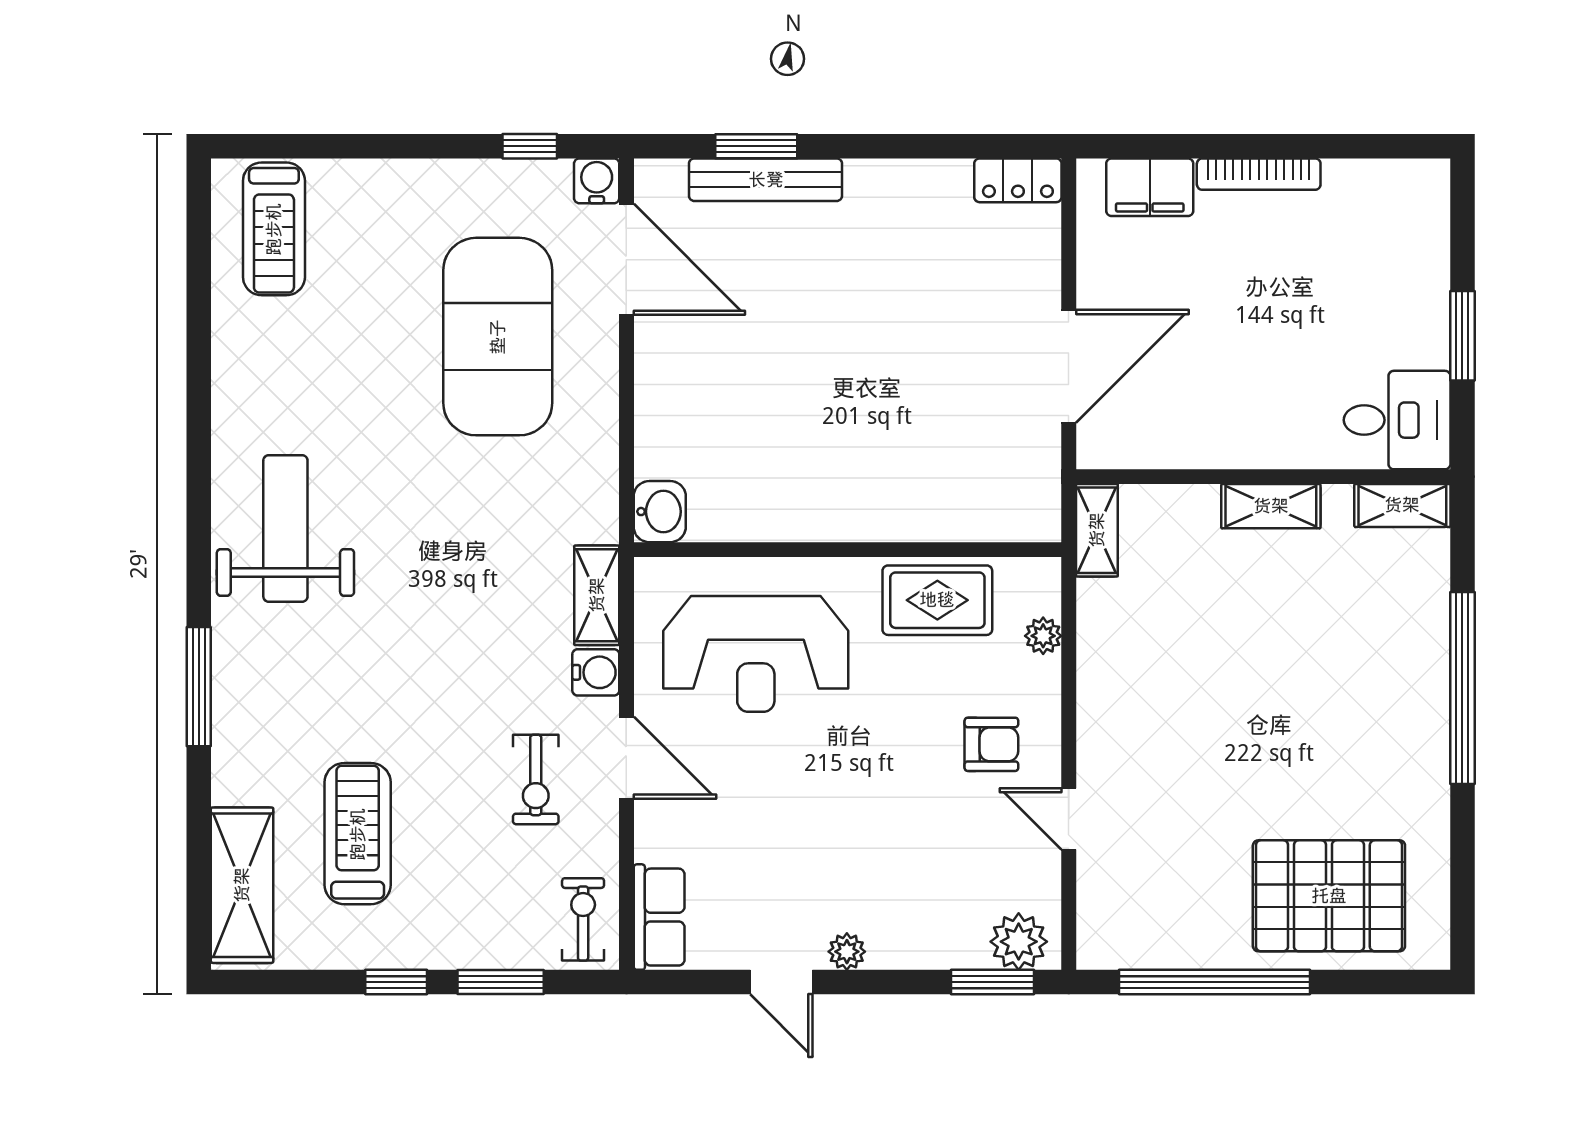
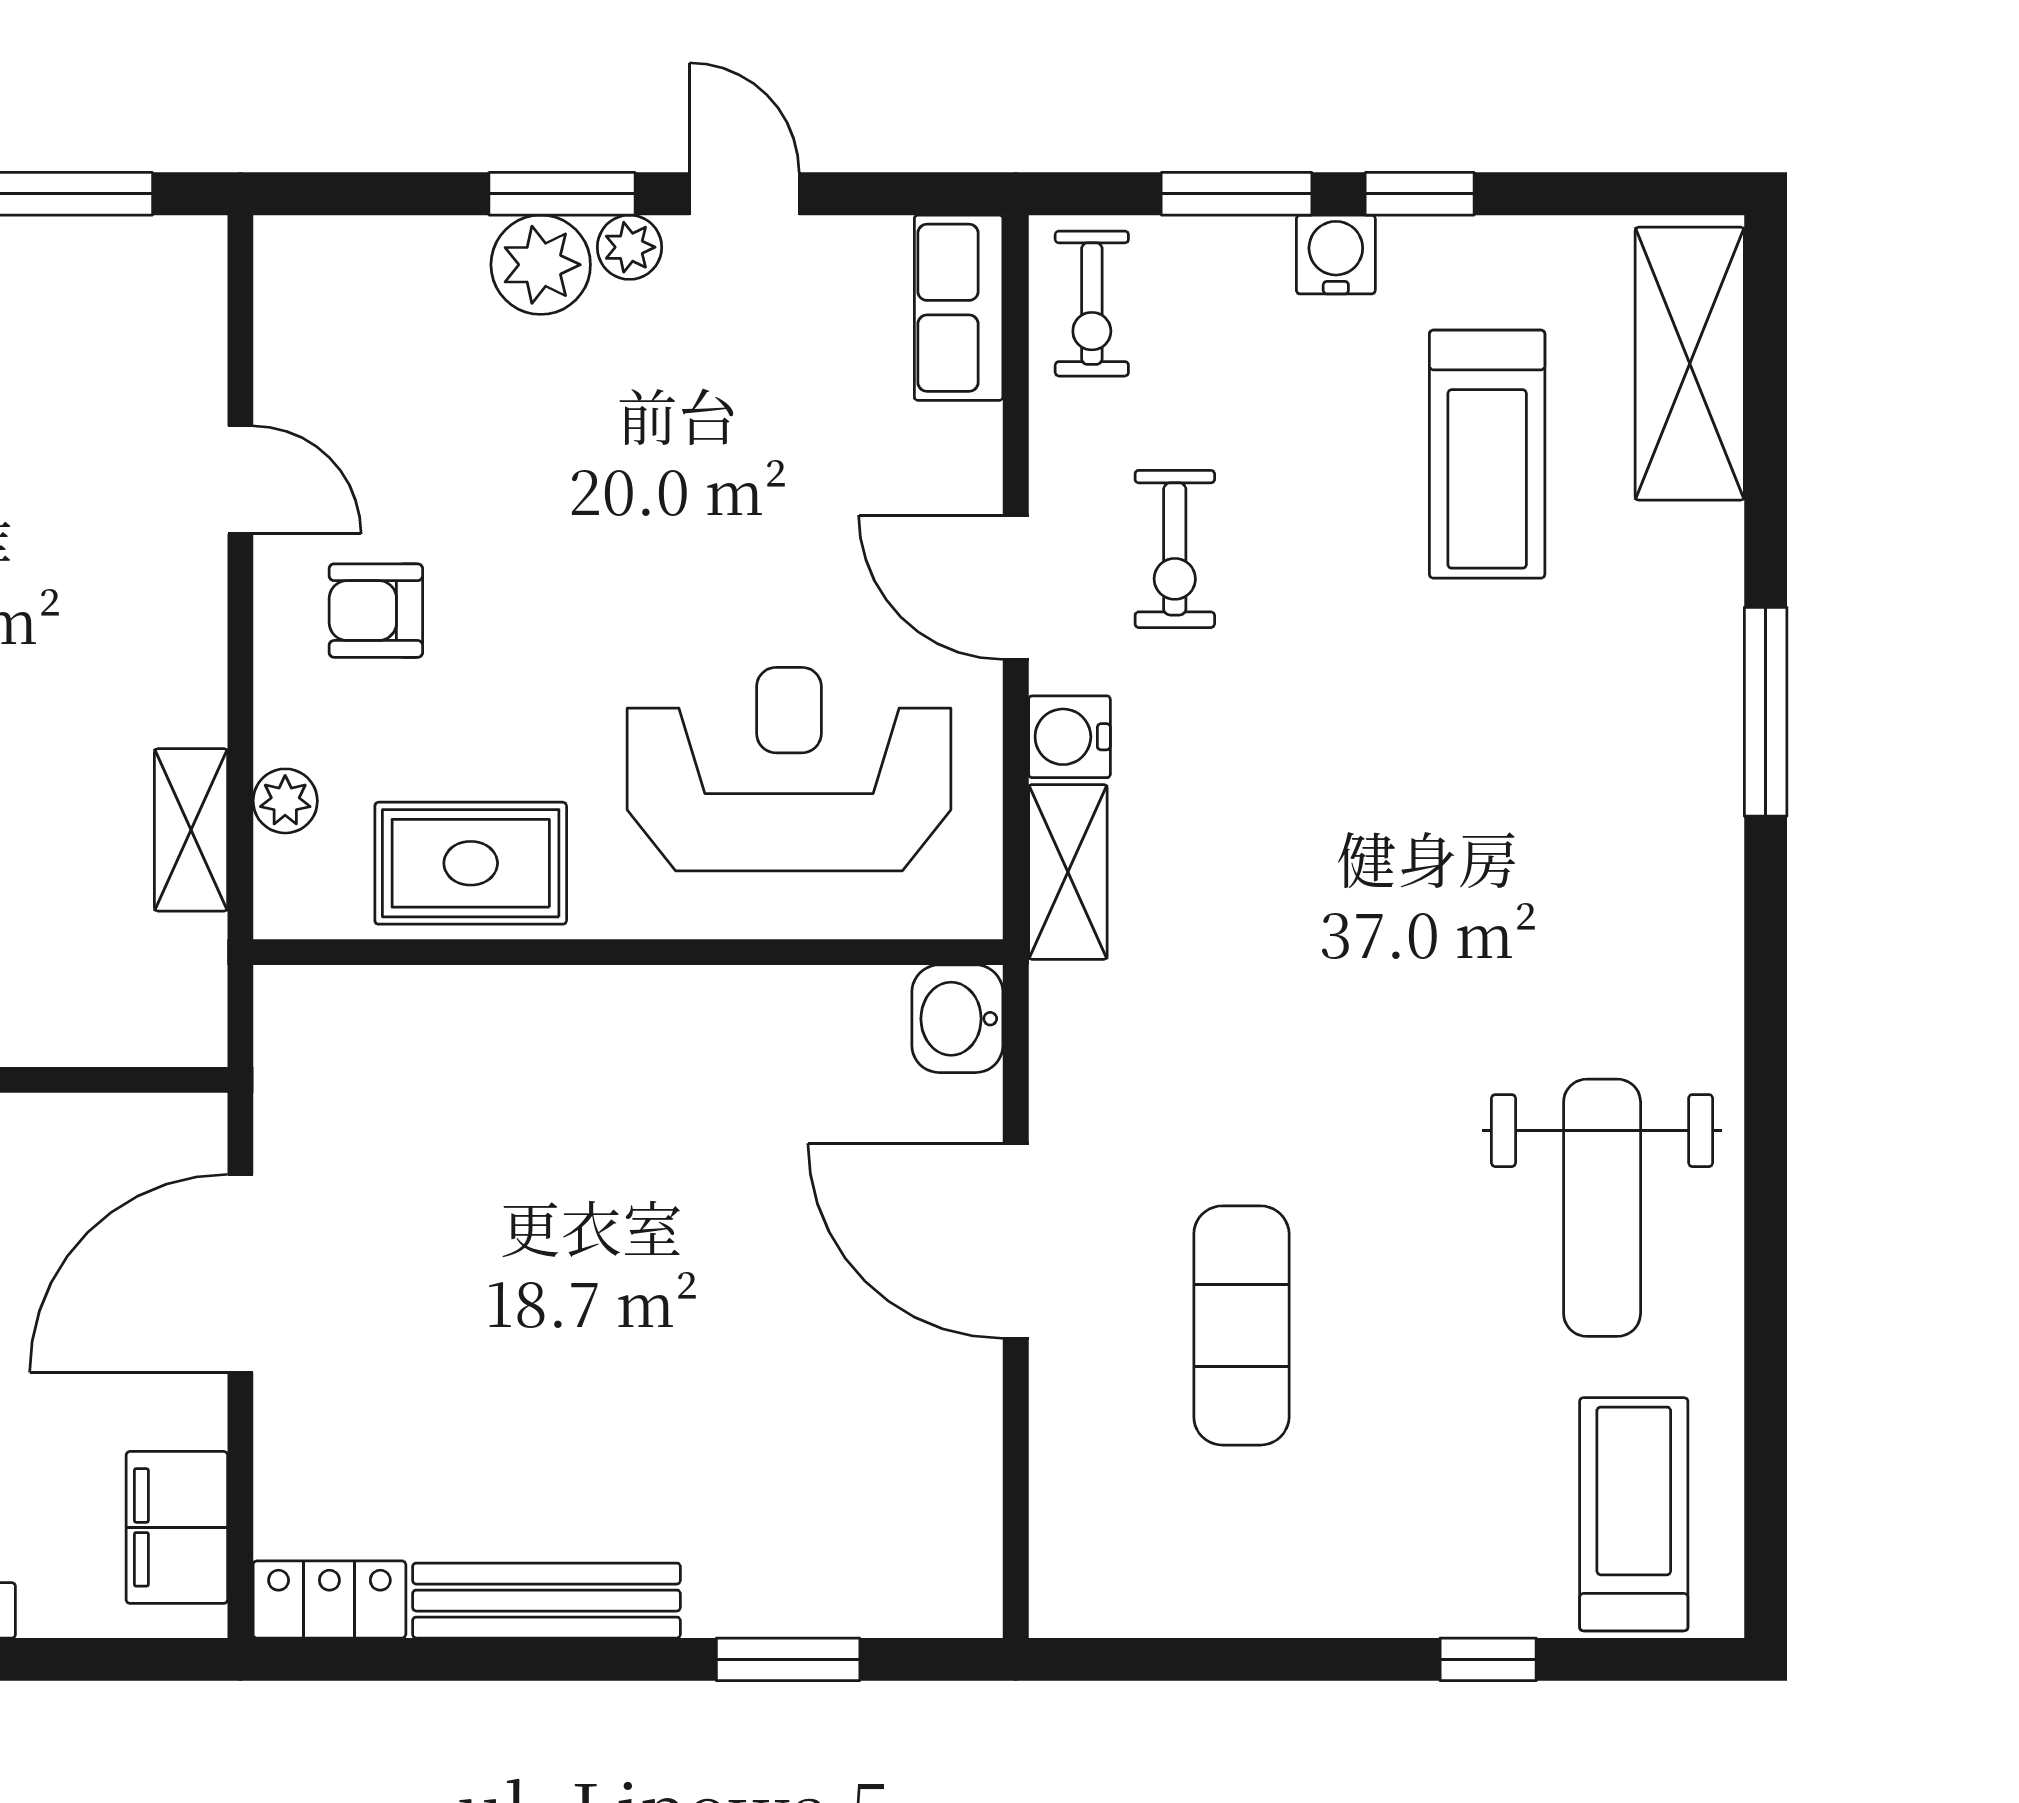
window: (530, 146) -> (1488, 1659), moved
bench: (766, 180) -> (546, 1601), moved
water cooler: (597, 181) -> (1336, 254), moved, turned 180
filing cabinet: (1150, 187) -> (177, 1527), moved, turned -90
door: (626, 259) -> (1016, 1241), moved
exercise mat: (498, 337) -> (1241, 1325), width x0.50, depth x0.69
weight bench: (285, 528) -> (1602, 1208), moved
shelving: (1097, 530) -> (191, 830), moved
exercise bike: (536, 779) -> (1175, 549), turned 180
plant: (1019, 942) -> (541, 265), moved
window: (993, 982) -> (562, 194), moved

